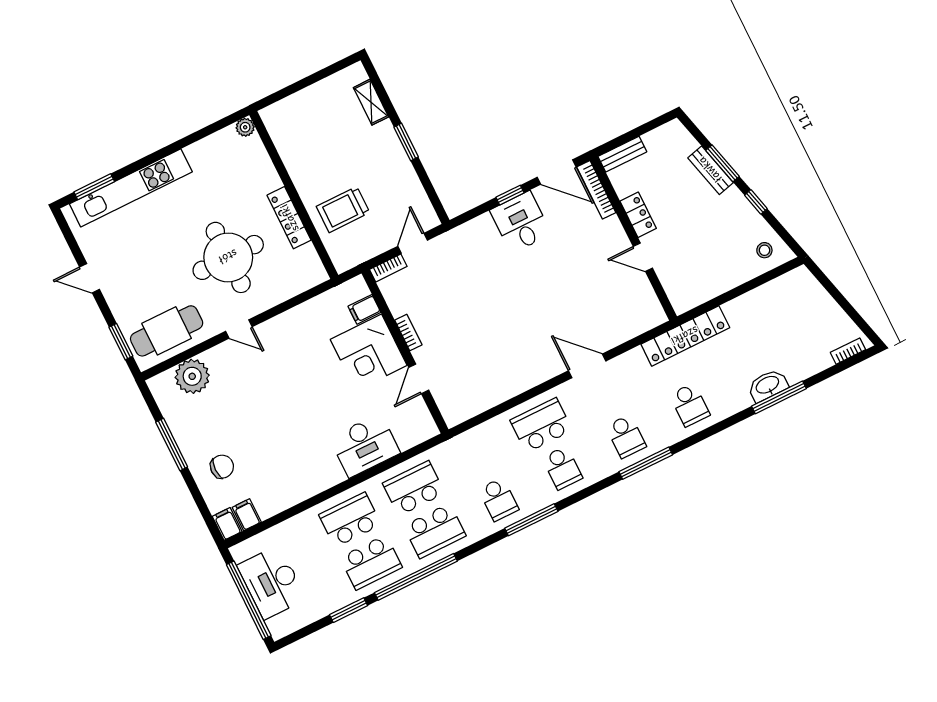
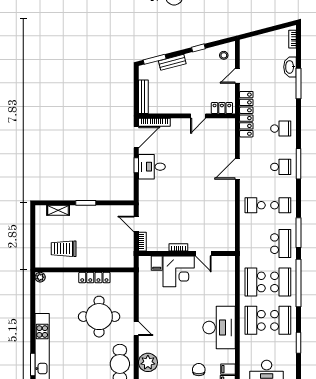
bench: (622, 154) -> (143, 97), width x1.36
window: (723, 163) -> (155, 59), moved
trolley: (343, 210) -> (64, 249), moved, turned 90
locker: (638, 215) -> (222, 108), moved
door: (742, 290) -> (237, 76), added
door: (239, 329) -> (136, 329), hinge flipped
washbasin: (768, 385) -> (290, 67), moved
school desk: (541, 425) -> (255, 205), width x0.54
desk: (365, 445) -> (219, 327), moved, width x1.36, depth x1.30
school desk: (499, 499) -> (281, 244), width x1.85
window: (416, 577) -> (298, 283), moved

